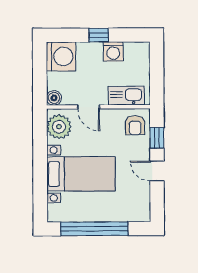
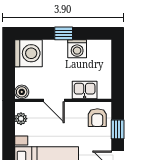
kitchen sink: (126, 96) -> (85, 90), width x0.73
plant: (59, 127) -> (21, 119), width x0.53, depth x0.53

